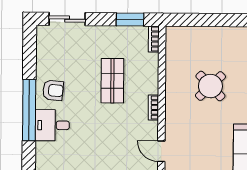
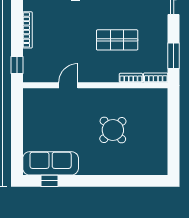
bookcase: (153, 108) -> (131, 78), moved
door: (161, 151) -> (68, 85), moved

